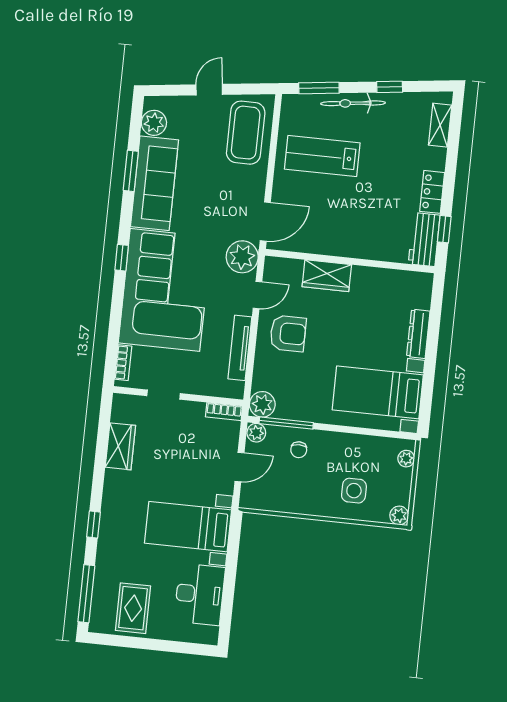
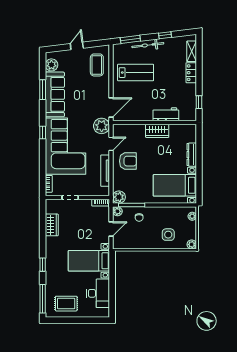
coffee table: (246, 133) -> (97, 65), width x0.73, depth x0.76
lab bench: (322, 156) -> (136, 73), turned 180
locker: (432, 192) -> (191, 73), moved
workbench: (424, 240) -> (166, 114), moved, turned 90
wardrobe: (327, 276) -> (157, 131), moved
rug: (133, 608) -> (66, 304), turned 90

